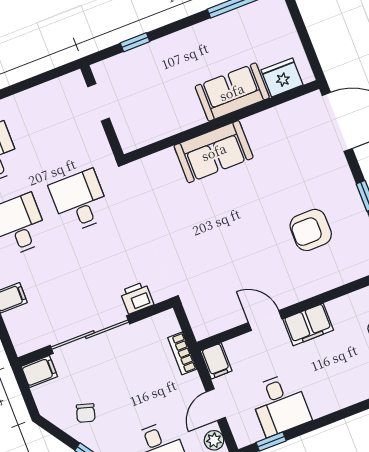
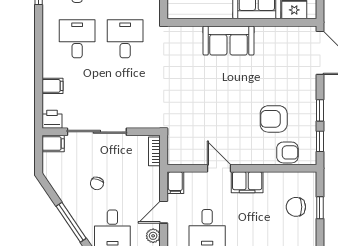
armchair: (345, 266) -> (287, 152), added
printer: (137, 298) -> (52, 119), moved
bookcase: (182, 353) -> (154, 151), moved
chair: (86, 413) -> (97, 183), moved

